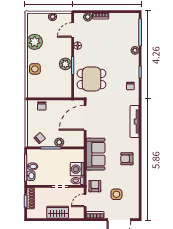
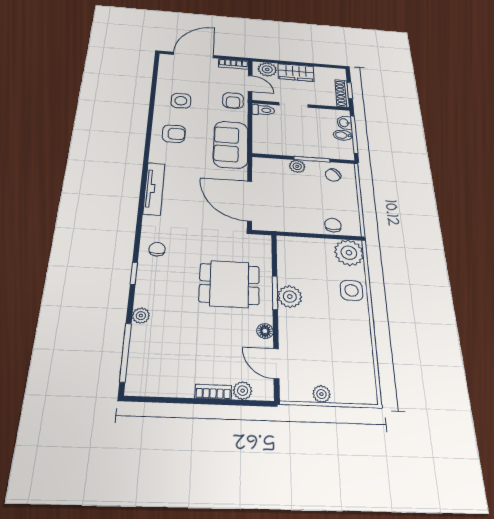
door: (73, 30) -> (276, 364), swing flipped
plant: (35, 42) -> (349, 253), moved
dining table: (91, 79) -> (229, 284), moved
door: (85, 118) -> (250, 201), swing flipped
washing machine: (77, 169) -> (264, 126), removed
side table: (116, 194) -> (181, 101), moved
door: (85, 200) -> (250, 84), hinge flipped
plant: (75, 213) -> (267, 69), added

